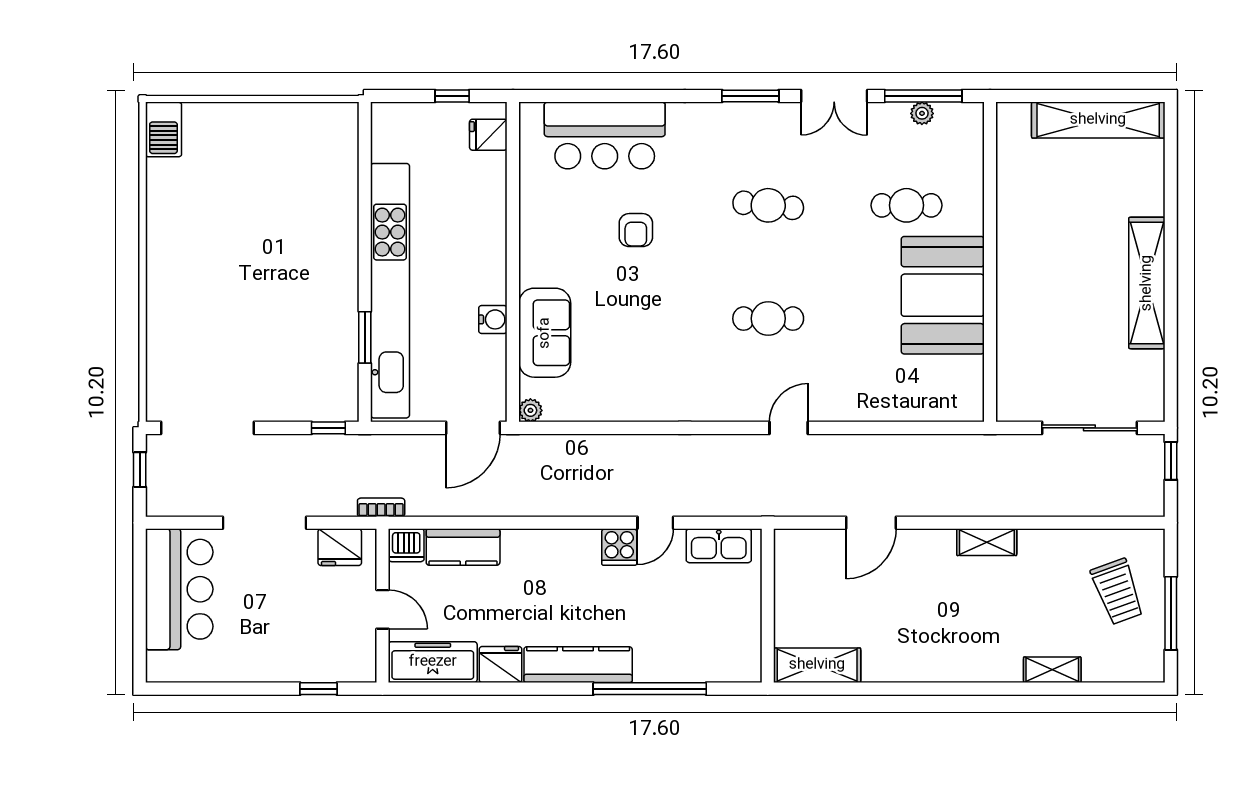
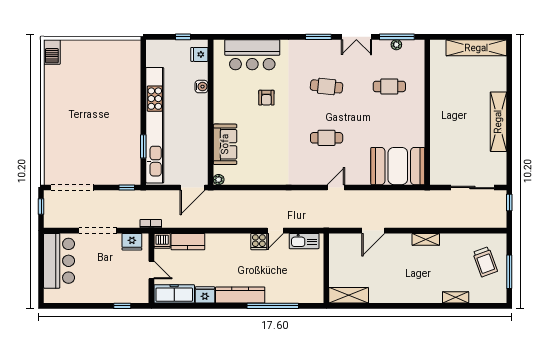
booth: (943, 295) -> (398, 166), moved, turned 90
water cooler: (493, 319) -> (201, 87), moved

